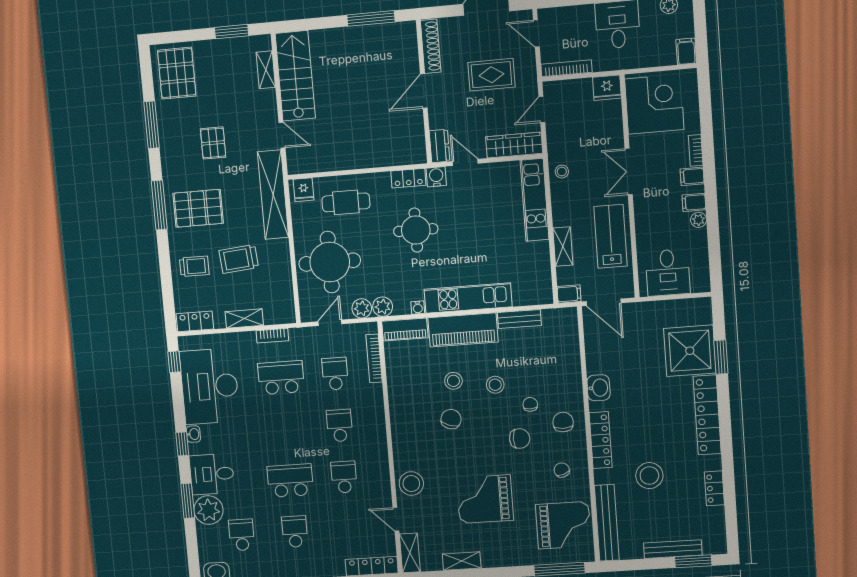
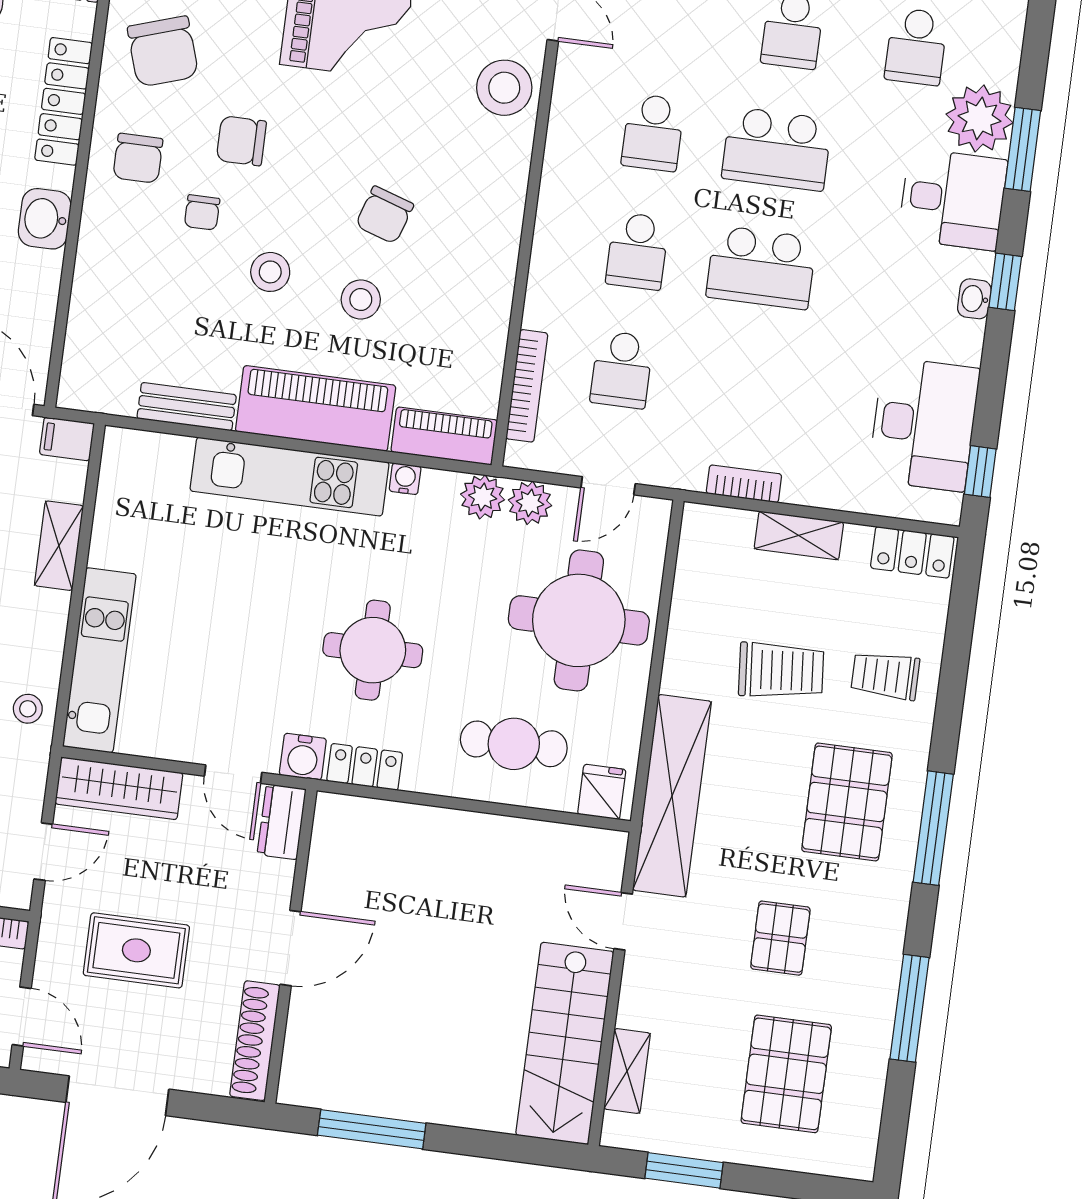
pallet: (177, 73) -> (786, 1074), moved
pallet: (198, 208) -> (847, 802), turned 90
school desk: (281, 378) -> (761, 267), moved
desk: (210, 386) -> (924, 424), width x0.73, depth x0.77
chair: (562, 470) -> (163, 51), width x1.87, depth x1.87

